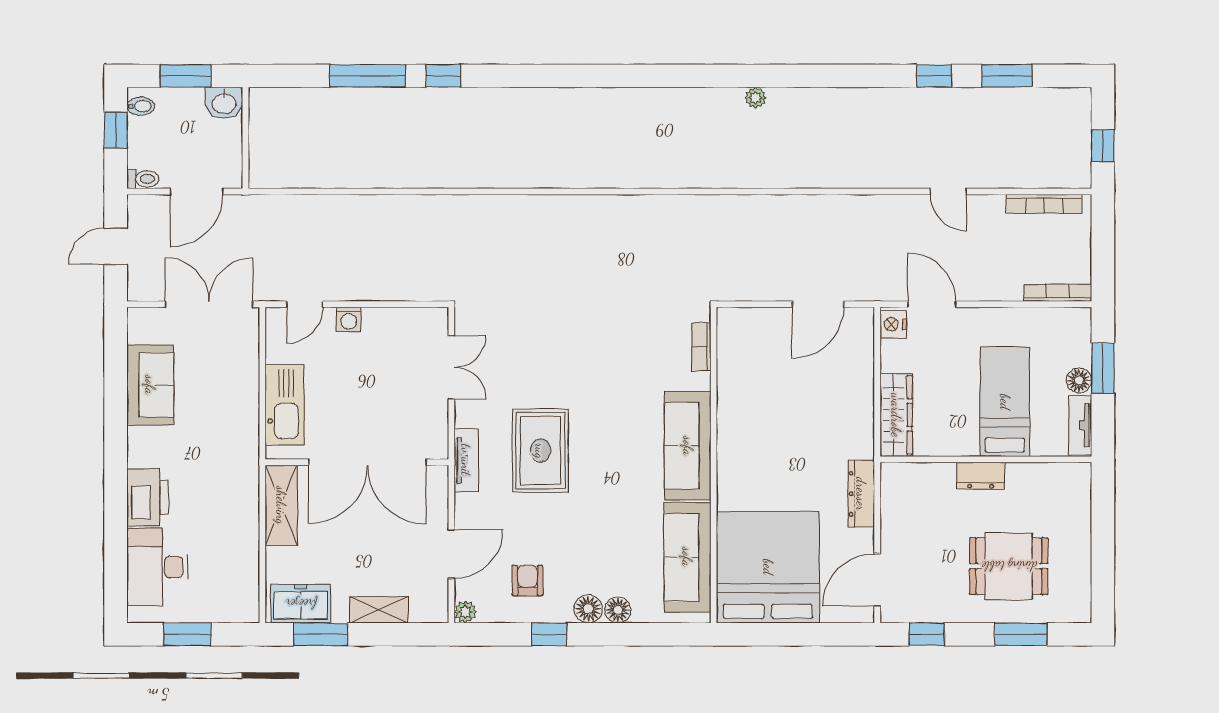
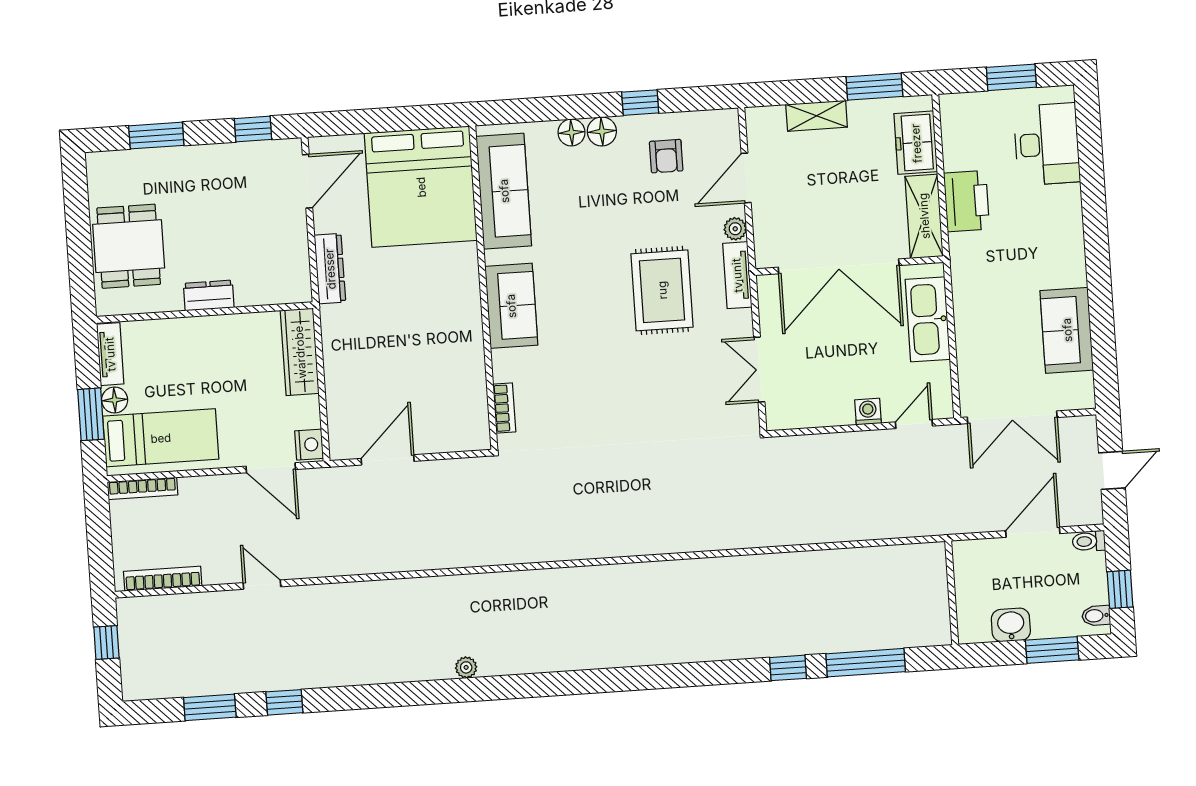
wall: (245, 138) -> (952, 593), moved
bed: (1005, 402) -> (161, 438), moved, turned -90
sofa: (688, 446) -> (511, 306), width x0.73
double door: (367, 462) -> (839, 266), swing flipped
printer: (148, 497) -> (967, 201), moved, turned 180
dining table: (1009, 566) -> (129, 246), moved, turned 90
freezer: (301, 604) -> (916, 143), moved, turned 90
plant: (465, 612) -> (735, 229), moved

